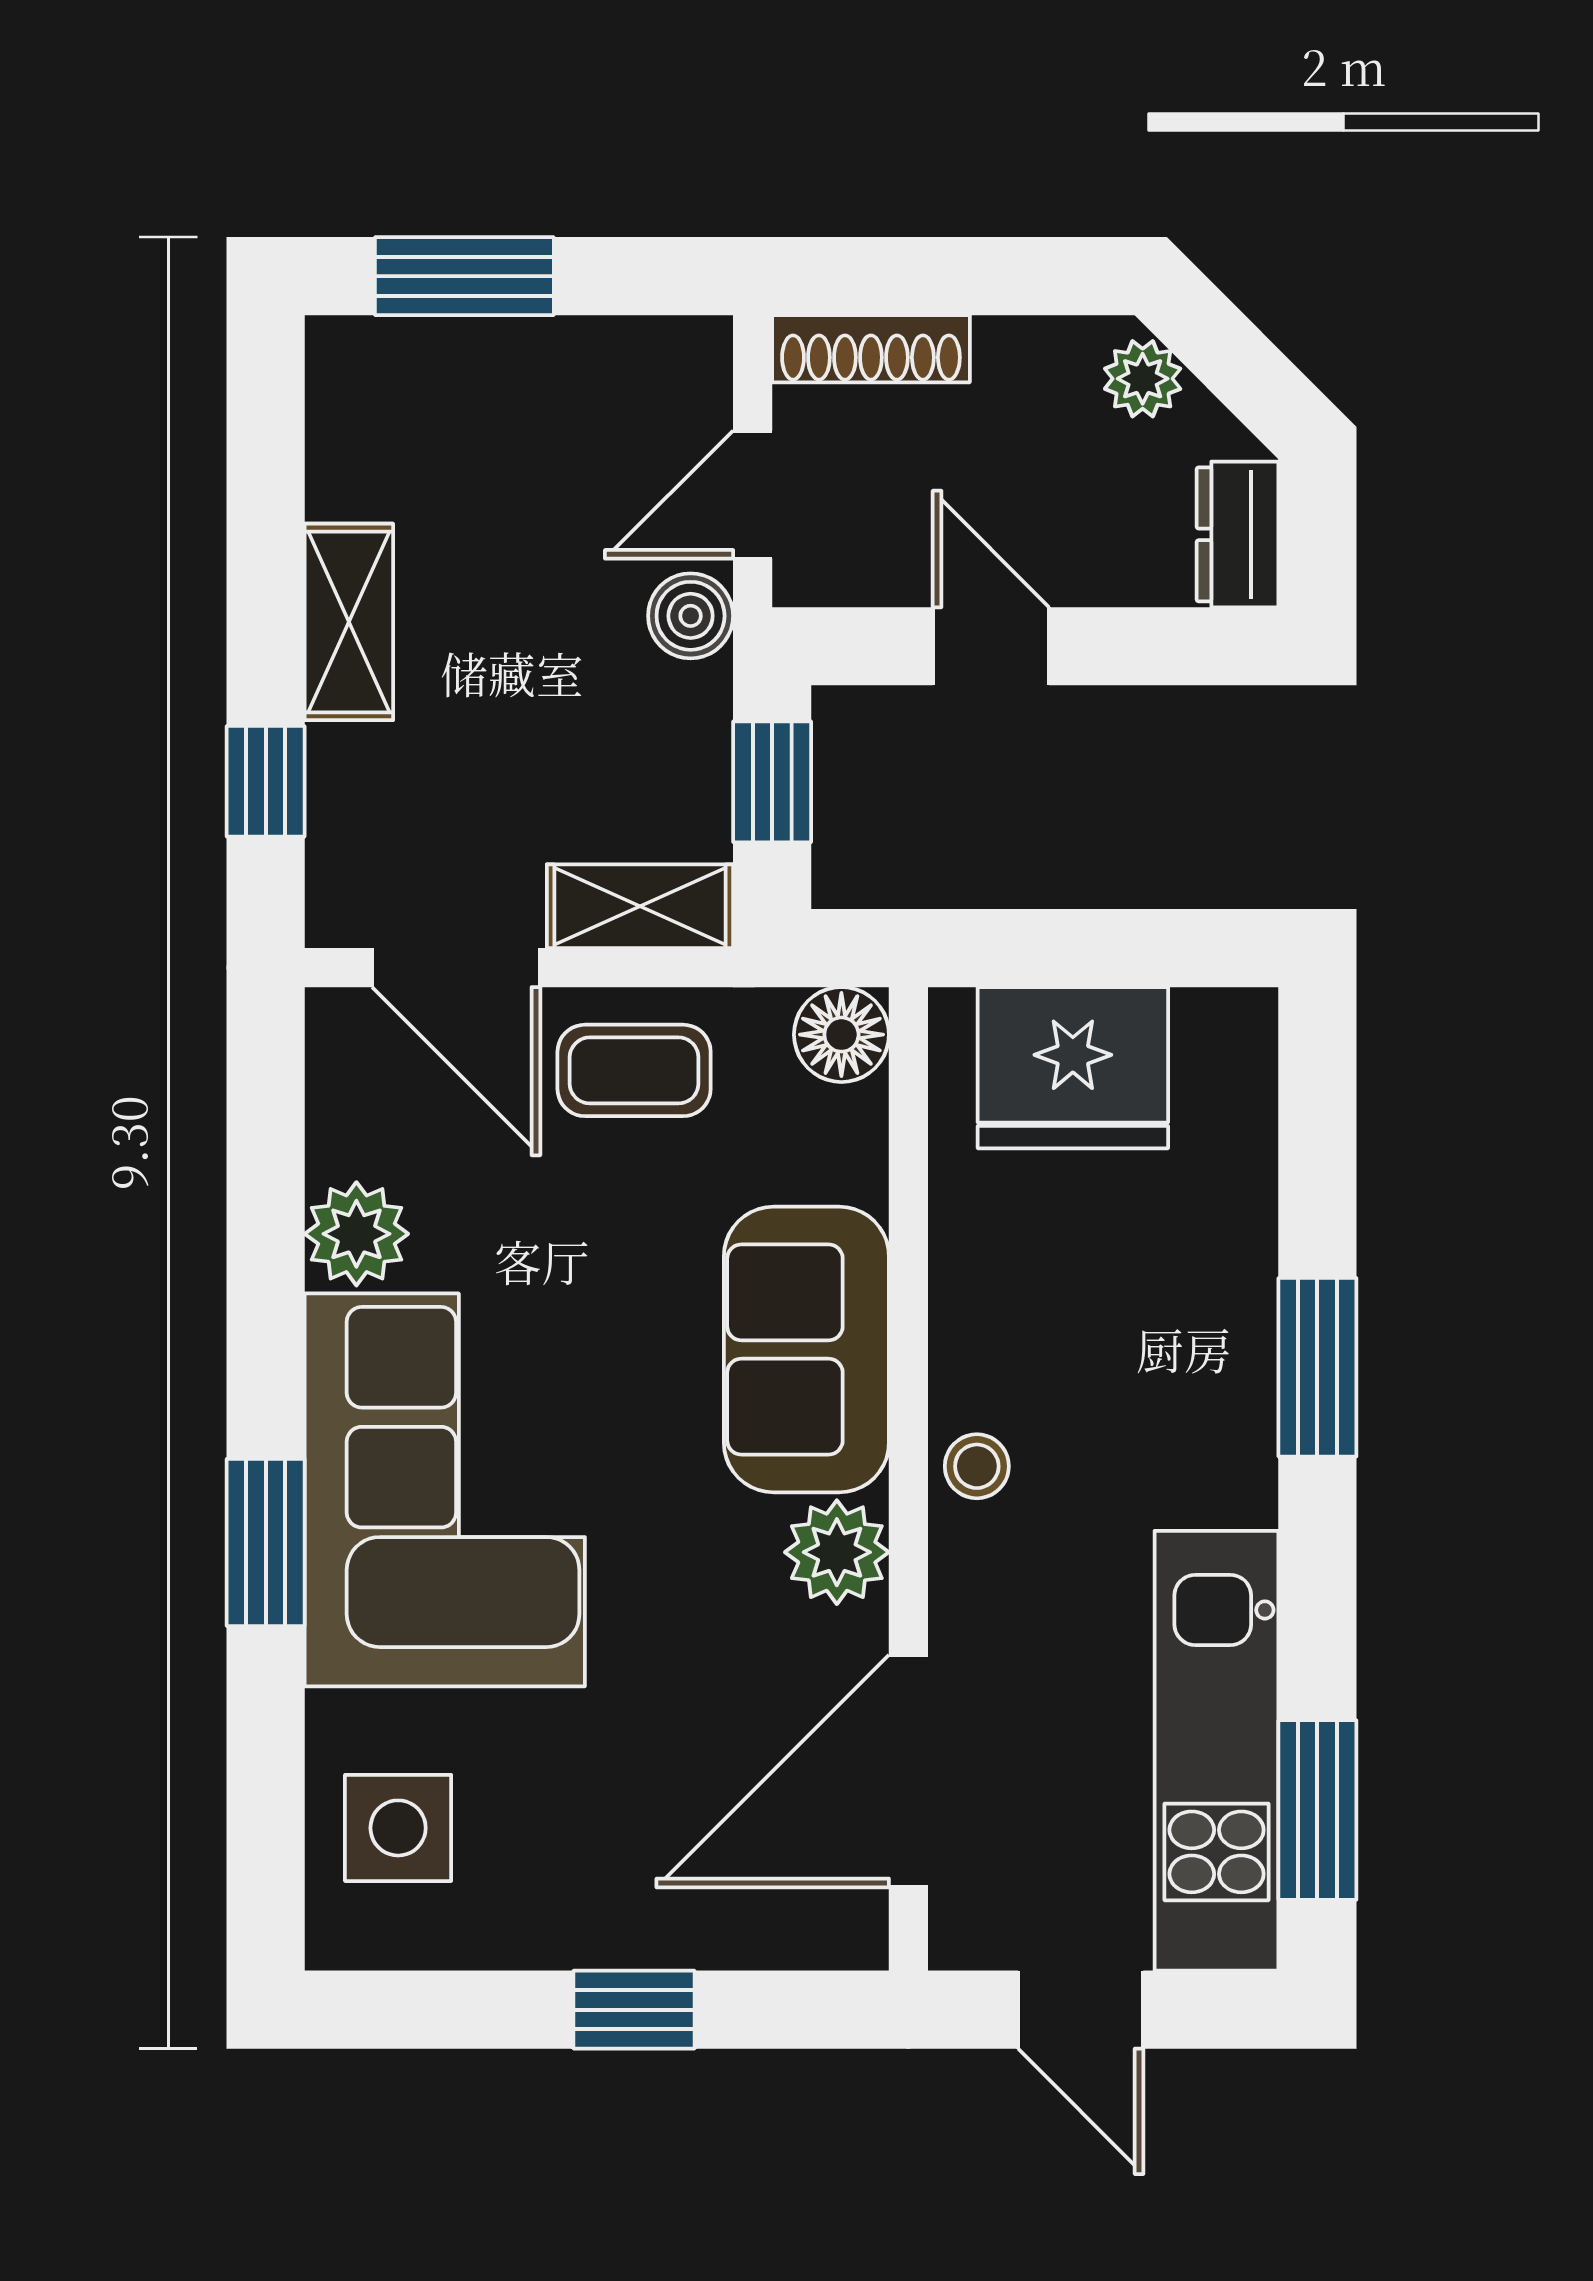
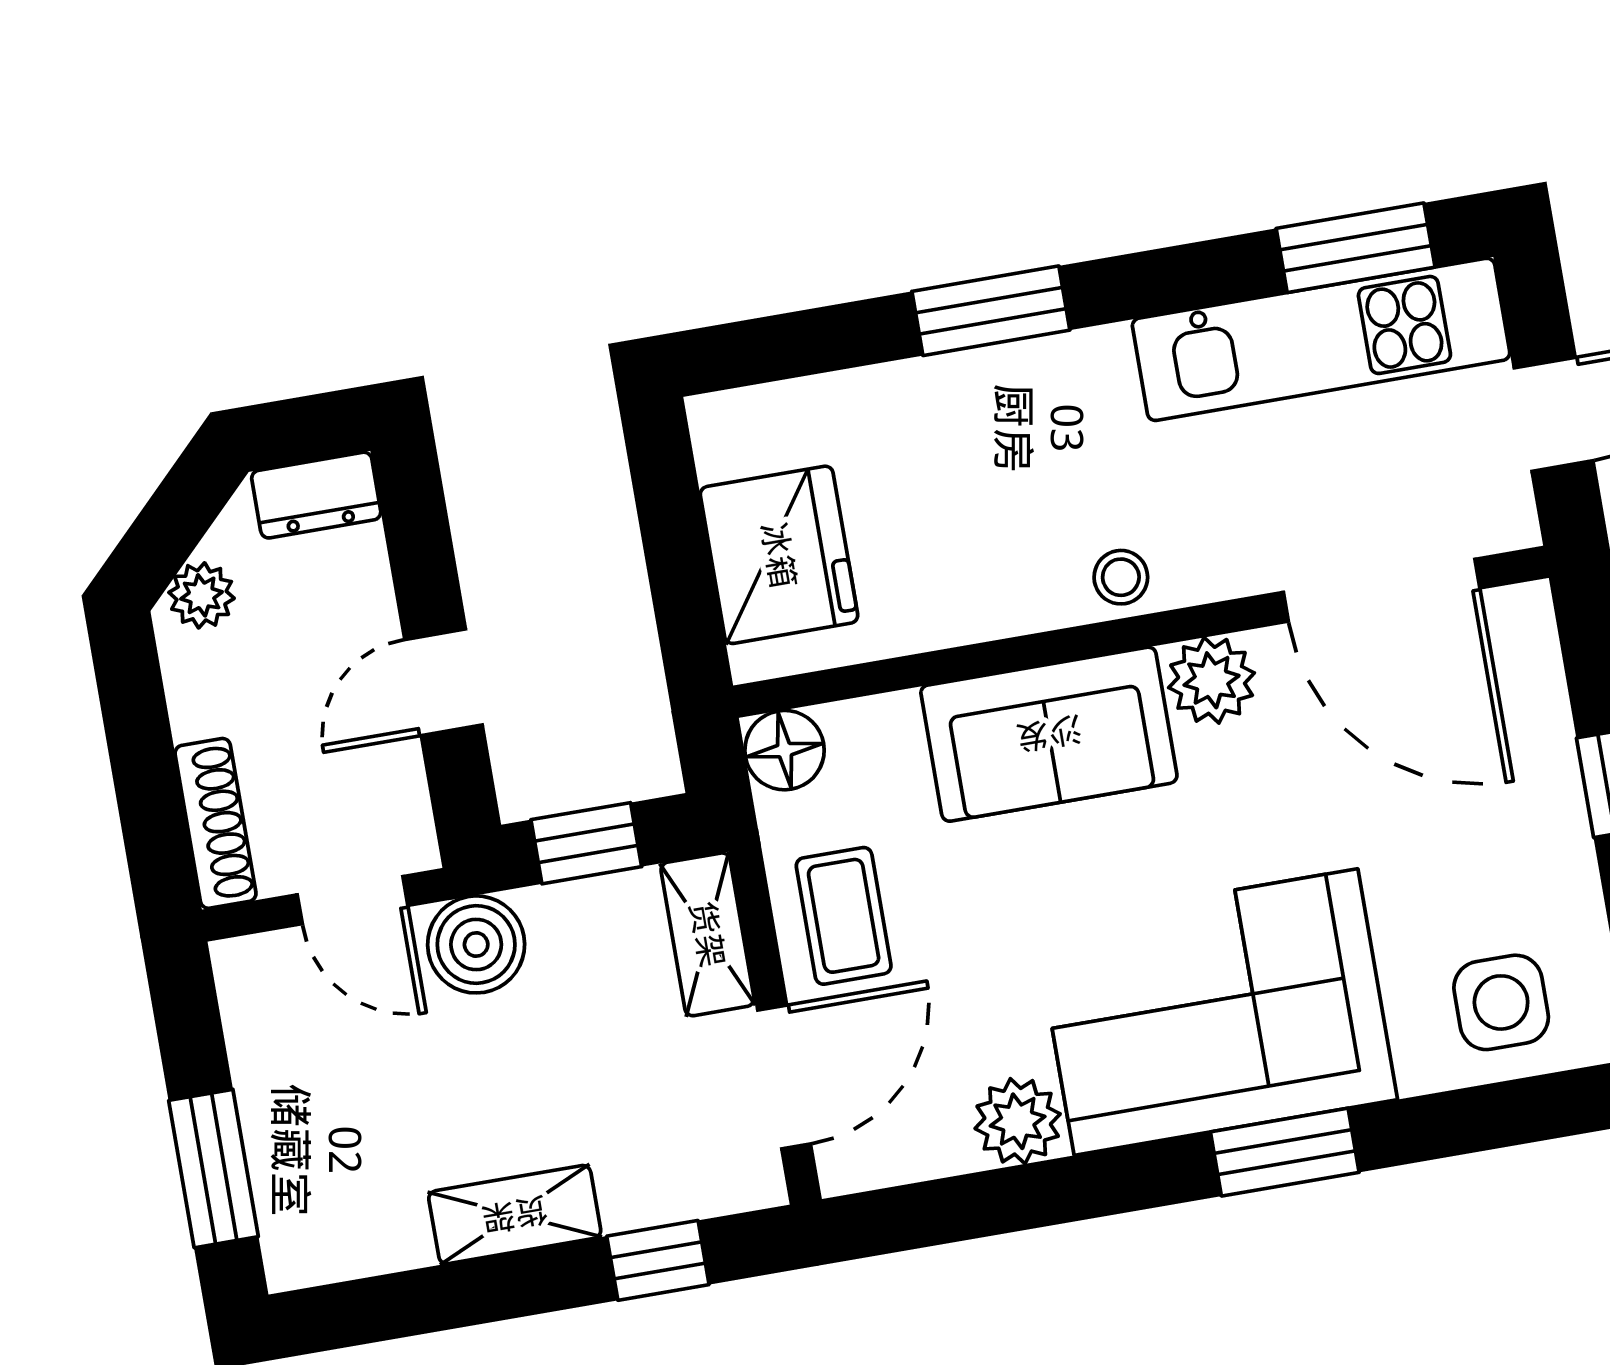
boiler: (691, 616) -> (476, 944), width x1.36, depth x1.36

